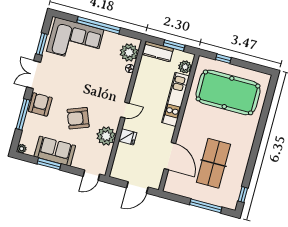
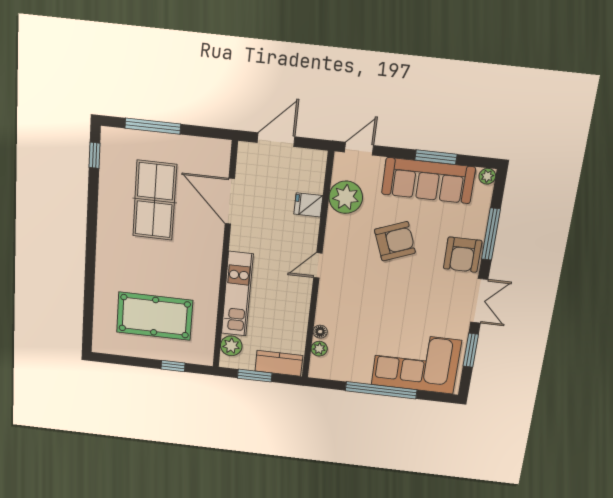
plant: (129, 52) -> (319, 349), width x0.53, depth x0.53
pool table: (228, 92) -> (155, 316), width x0.73, depth x0.76
plant: (106, 136) -> (346, 197), moved
fridge: (128, 137) -> (308, 205), moved
sofa: (55, 151) -> (428, 181), width x1.36

